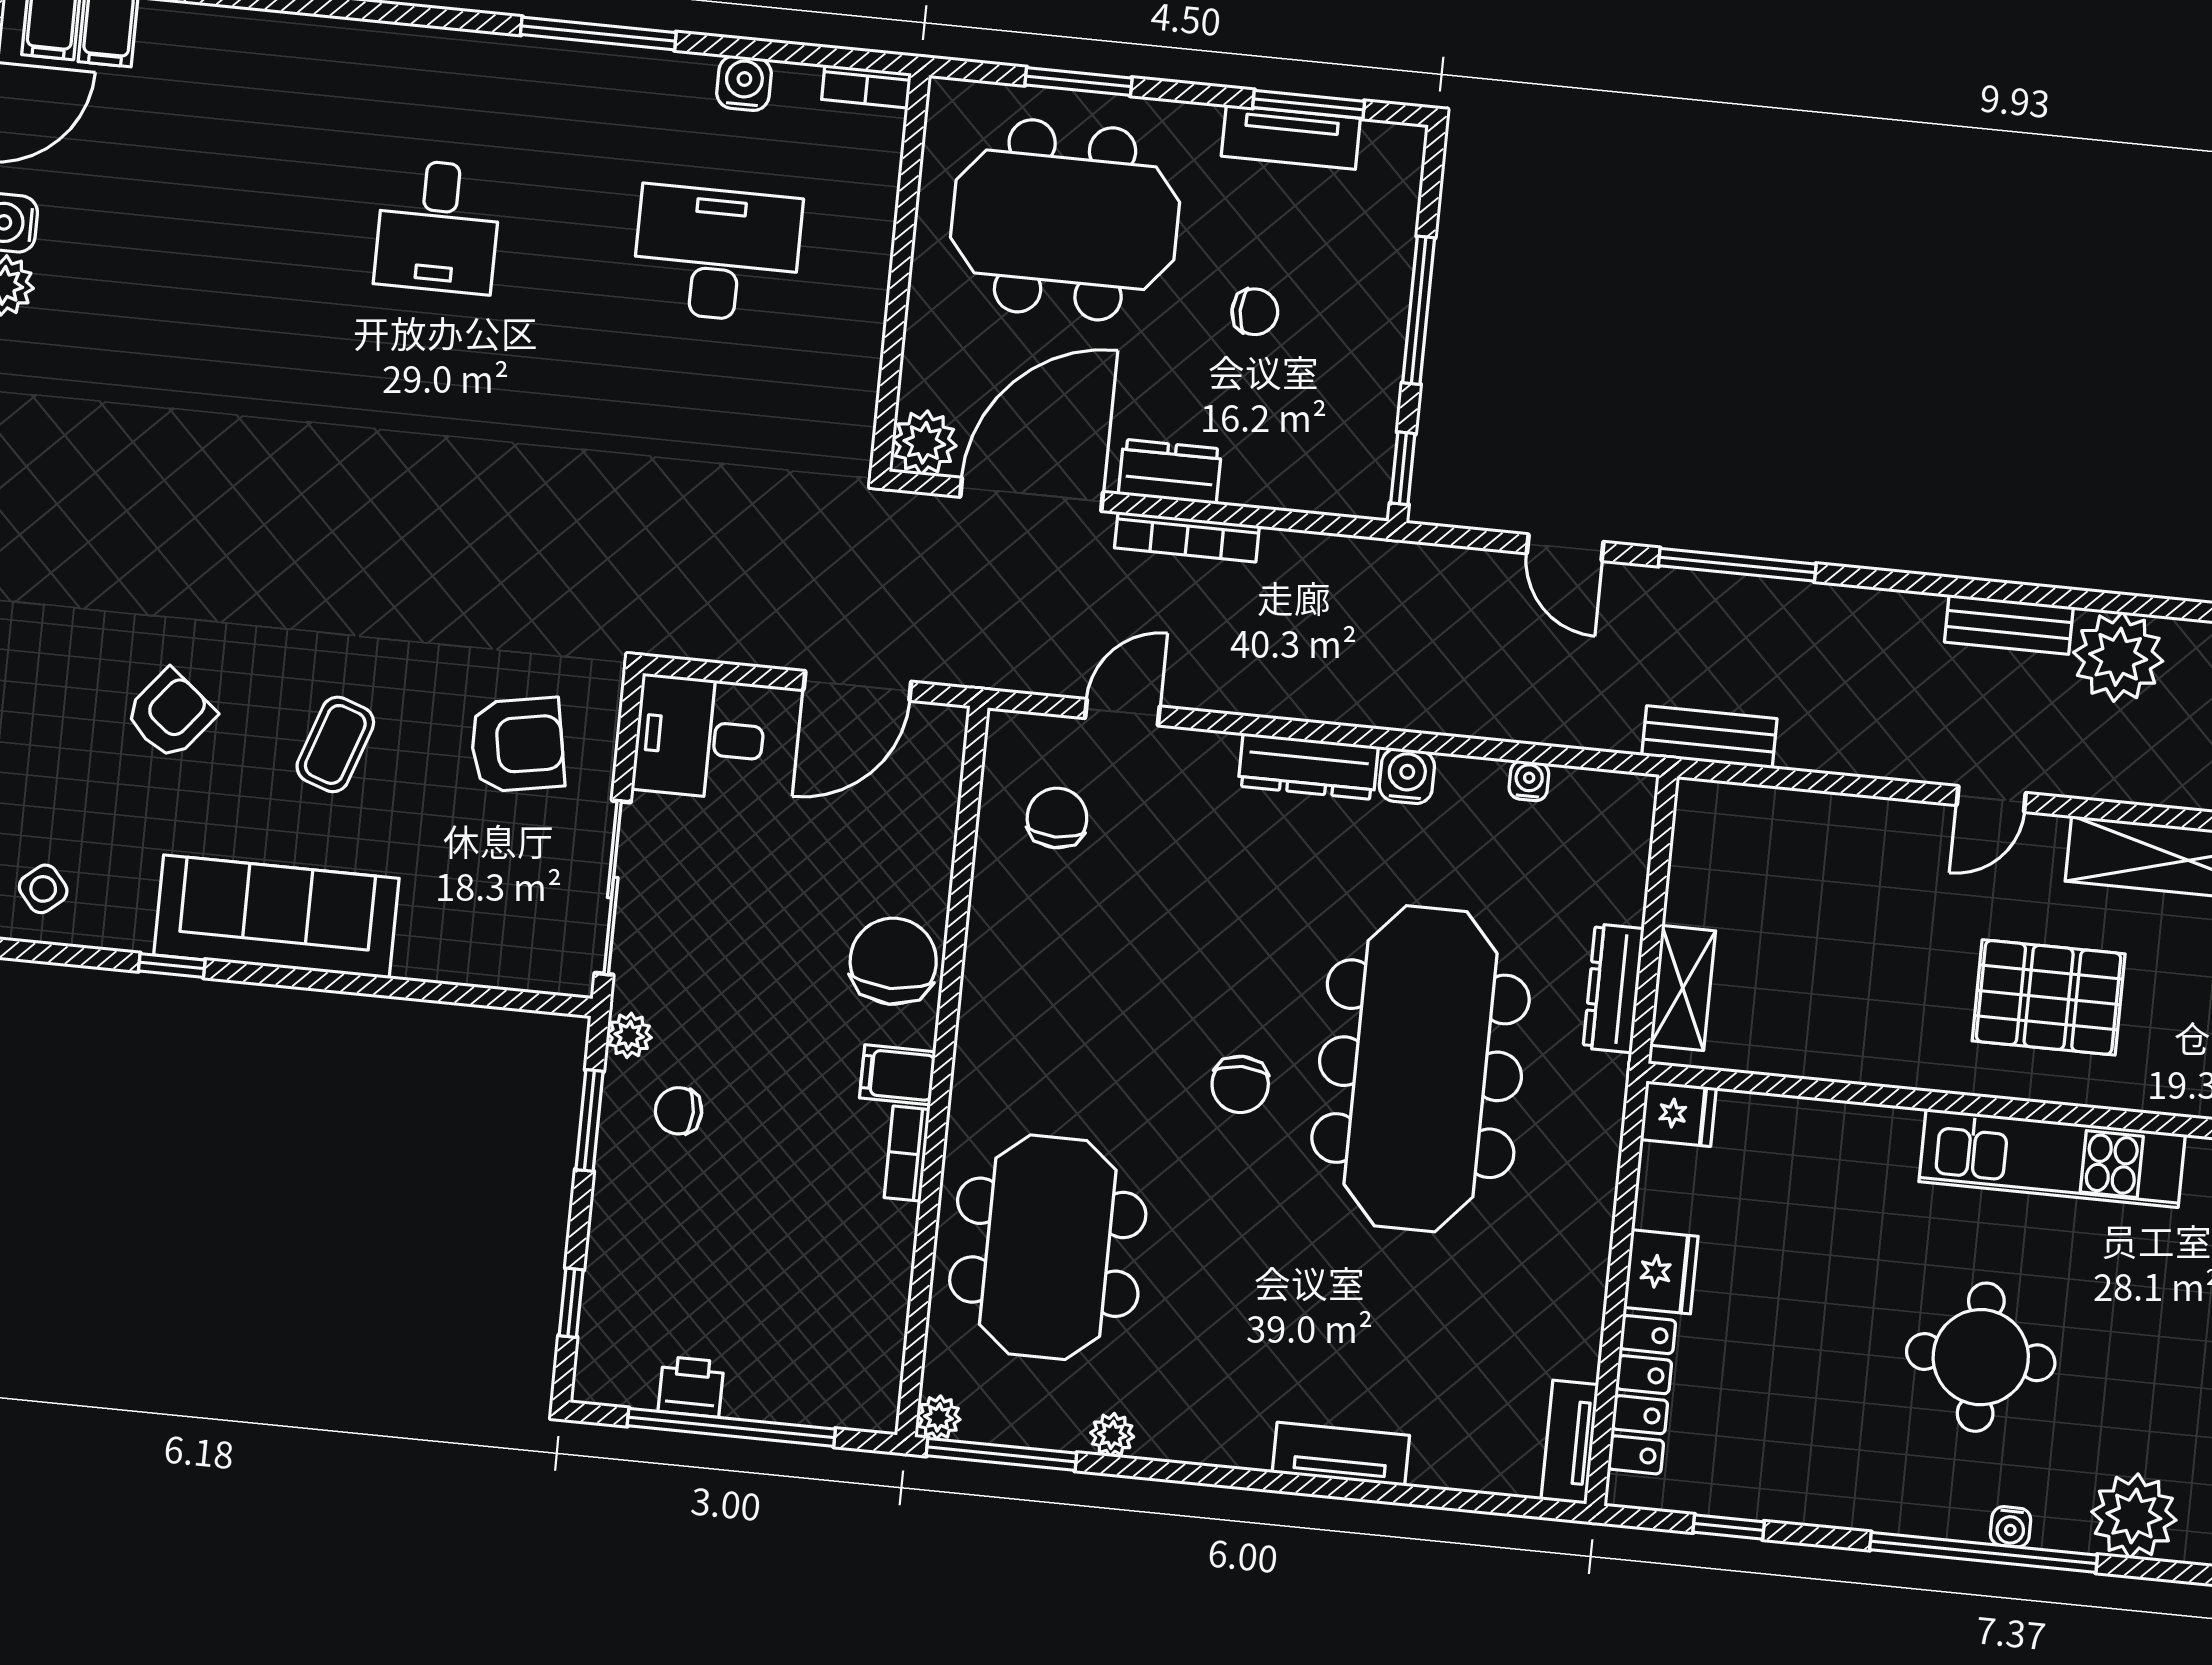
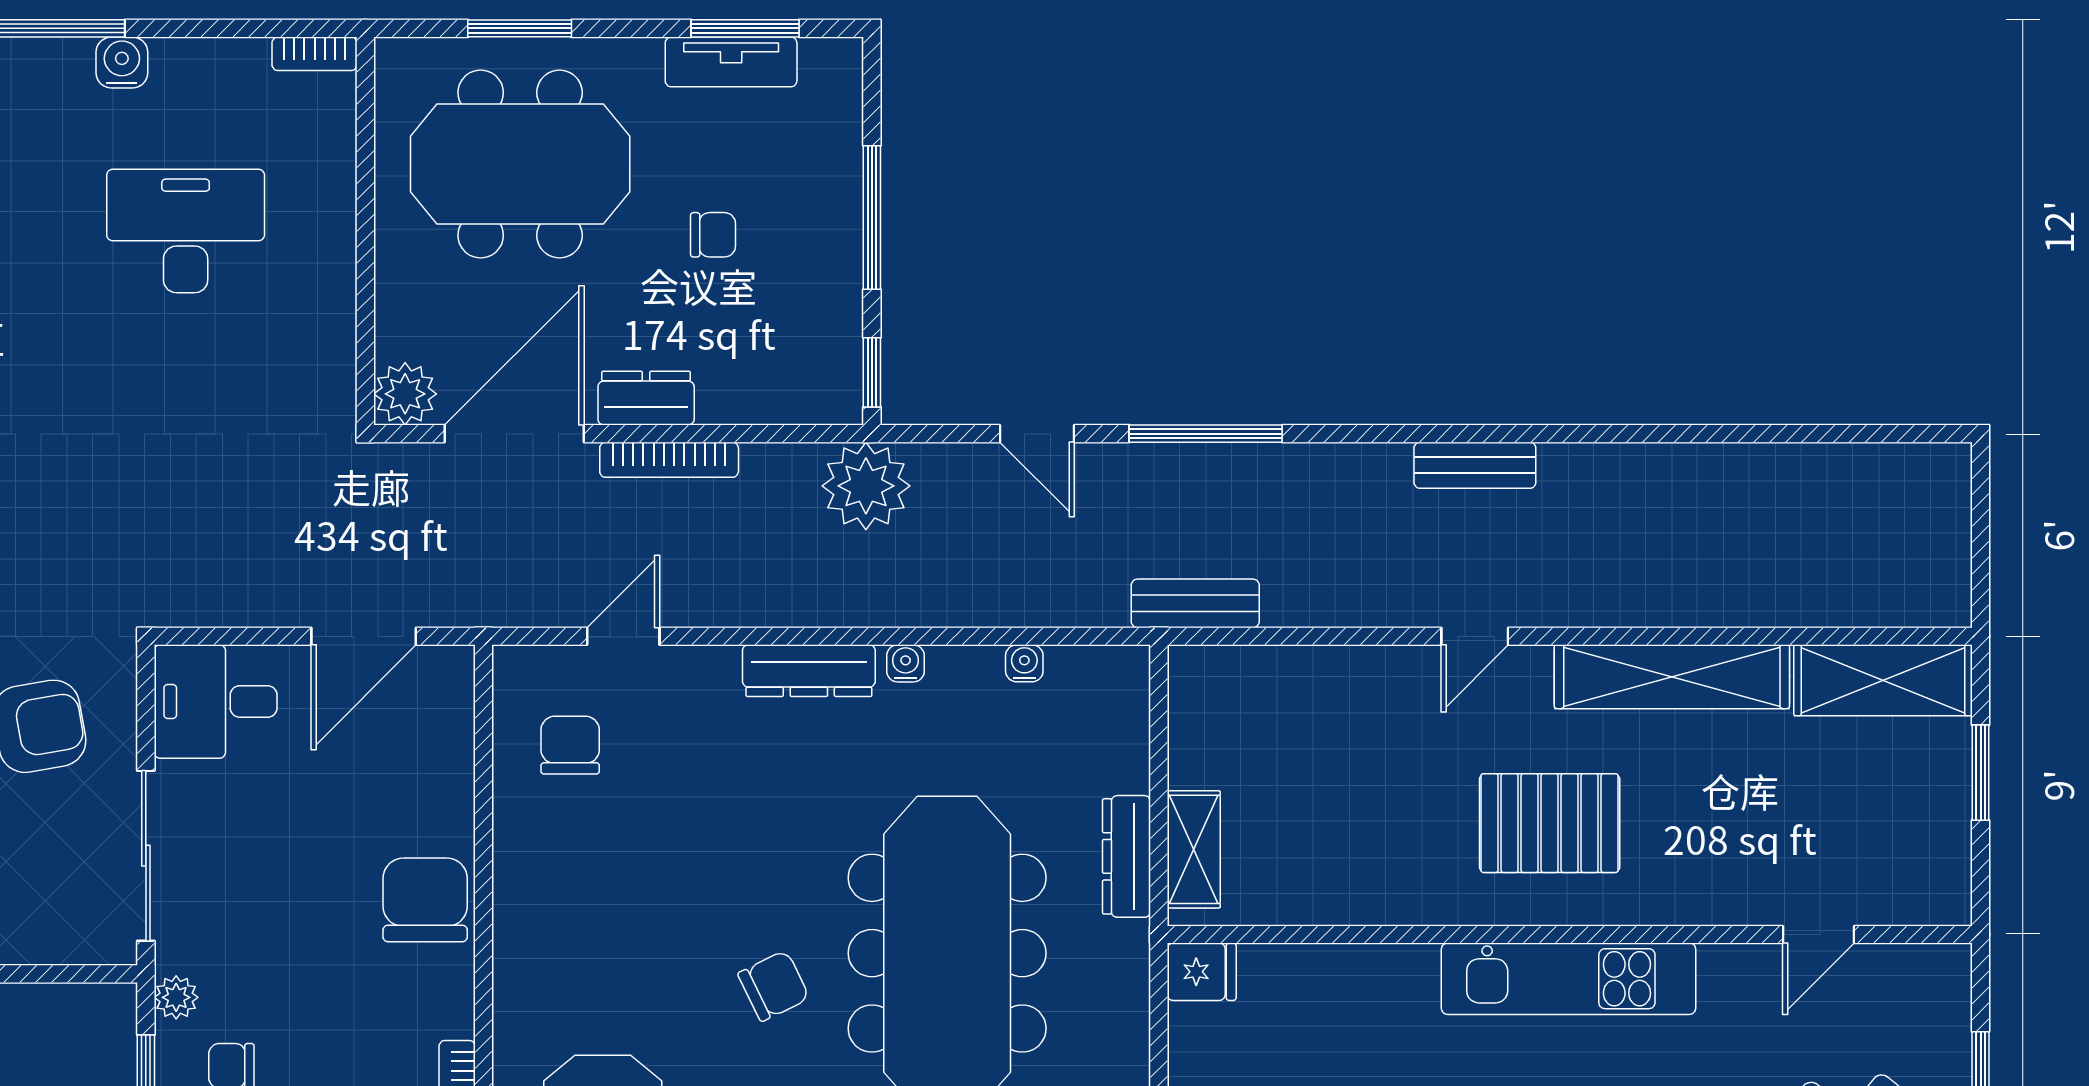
water cooler: (744, 83) -> (122, 62), moved
plant: (2118, 657) -> (866, 486), moved
water cooler: (1407, 776) -> (906, 663), width x0.72, depth x0.72
filing cabinet: (898, 1075) -> (440, 1010), removed
chair: (1240, 1084) -> (774, 986), turned -116

